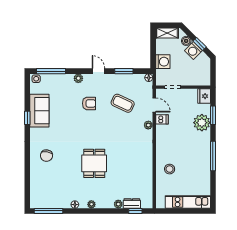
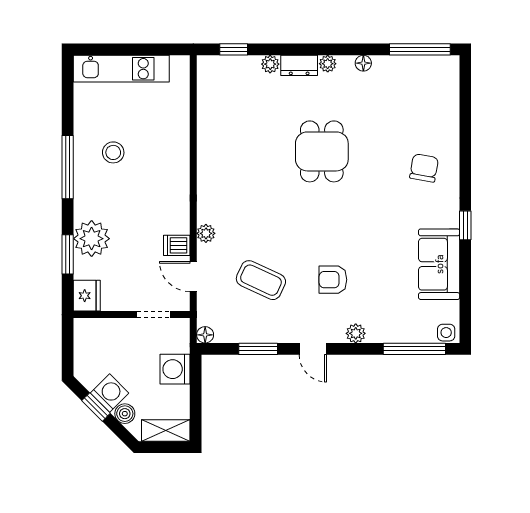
window: (27, 118) -> (465, 225), moved
stool: (170, 169) -> (113, 152), moved
dresser: (132, 204) -> (299, 65), moved

